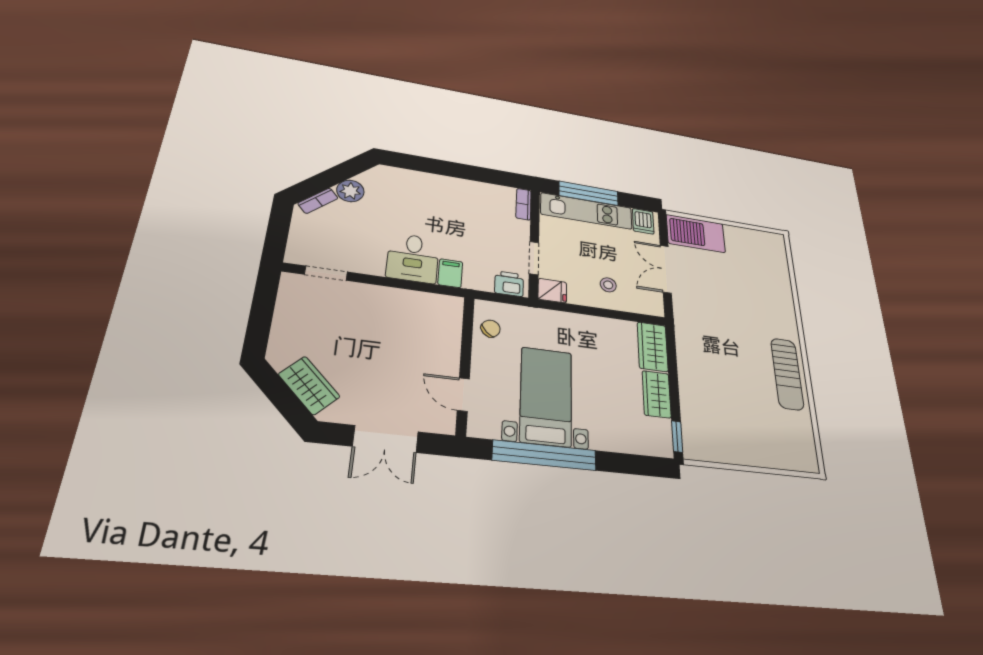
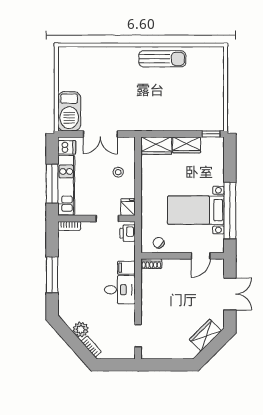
window: (447, 169) -> (52, 275), added
shoe rack: (454, 312) -> (151, 264), added

